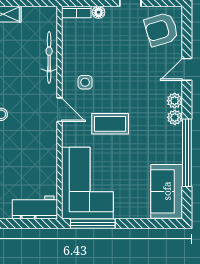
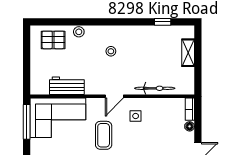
workbench: (35, 207) -> (67, 86), moved, turned -90

